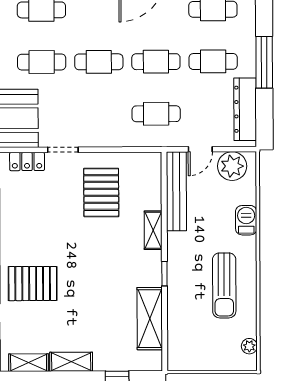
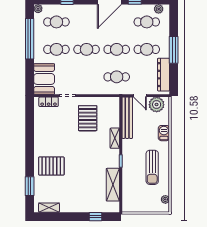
door: (200, 149) -> (140, 96), hinge flipped
shelving: (71, 362) -> (71, 207), removed

